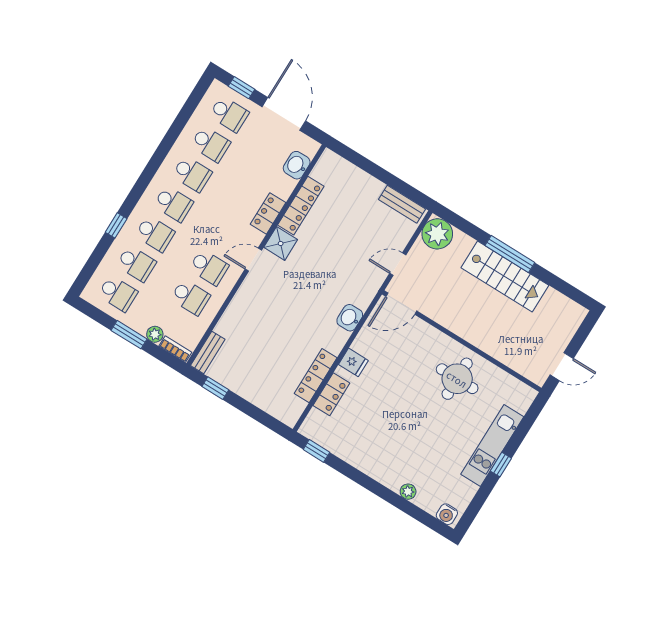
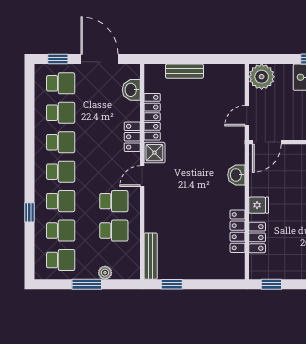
bench: (402, 204) -> (184, 71), moved
bookcase: (175, 349) -> (126, 274), removed
bench: (208, 352) -> (151, 256), width x1.36

